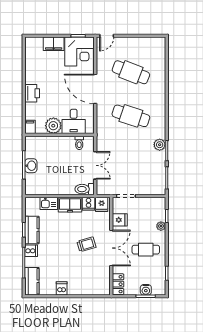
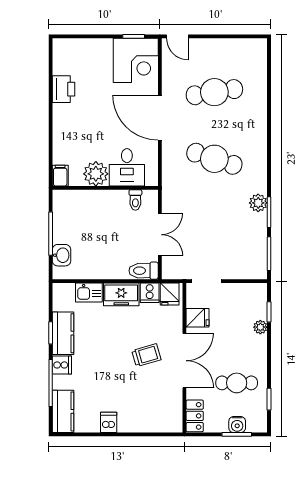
door: (107, 36) -> (177, 36), hinge flipped
filing cabinet: (54, 44) -> (96, 49), removed
cafe table: (131, 72) -> (214, 92), turned -30
printer: (32, 93) -> (63, 89), moved
washbasin: (31, 166) -> (61, 255), moved
cafe table: (146, 250) -> (237, 383), moved

